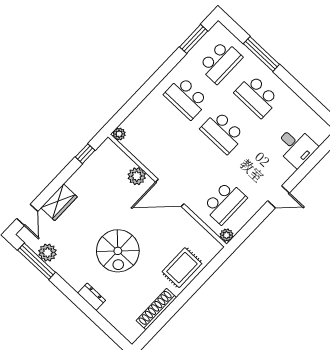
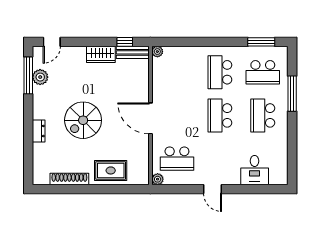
bench: (100, 155) -> (133, 52), added
plant: (137, 176) -> (141, 88), removed
wardrobe: (59, 202) -> (101, 54), moved

